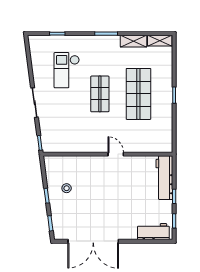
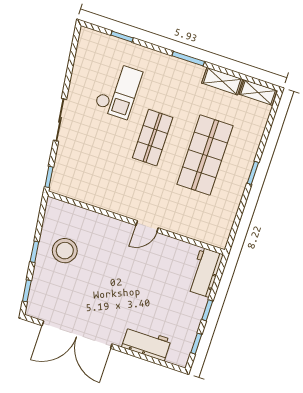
checkout: (67, 70) -> (118, 90), turned 180
door: (116, 154) -> (147, 227), swing flipped
workbench: (164, 178) -> (205, 272), width x0.73
stool: (67, 188) -> (65, 251), width x1.89, depth x1.89
workbench: (153, 232) -> (146, 343), moved

